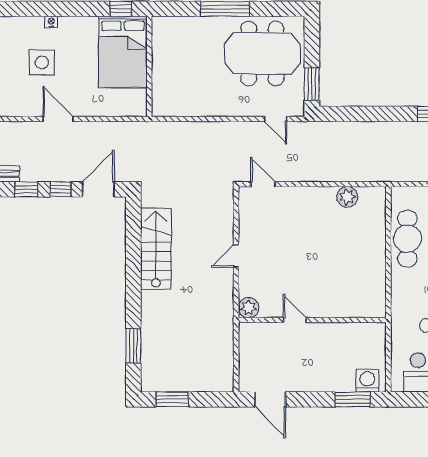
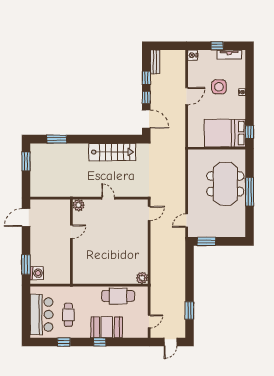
meeting table: (262, 54) -> (225, 184), moved
plant: (347, 197) -> (142, 278), moved

